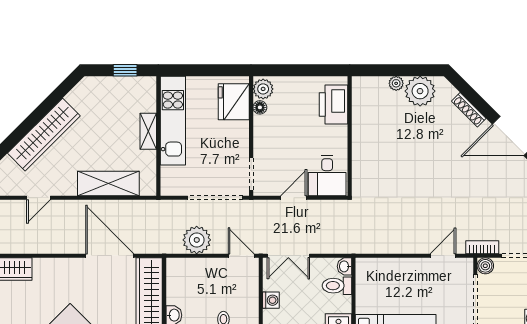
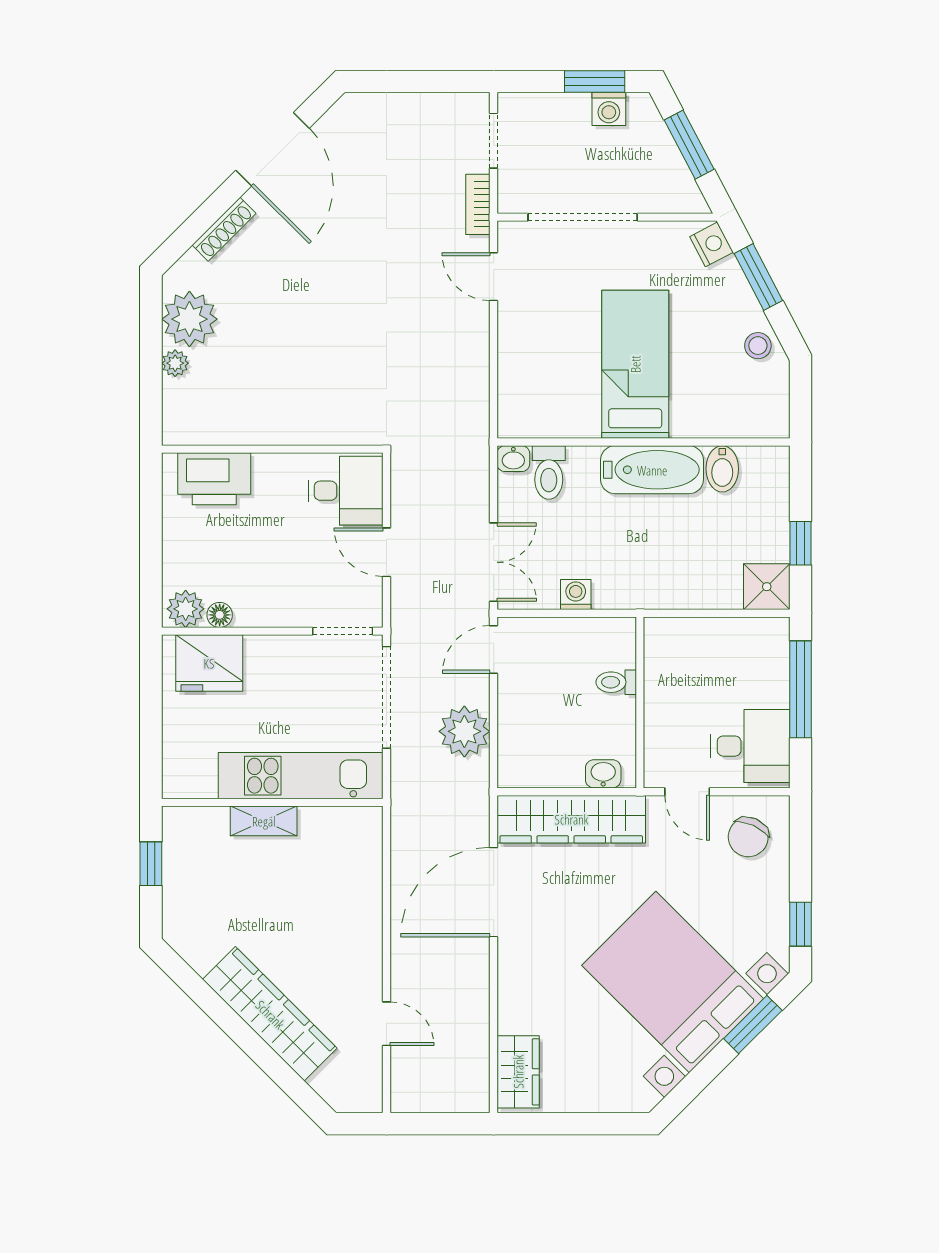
kitchen unit: (173, 121) -> (301, 776), moved
shelving: (108, 184) -> (360, 895), removed
boiler: (485, 266) -> (512, 199), removed

